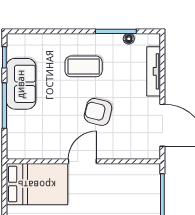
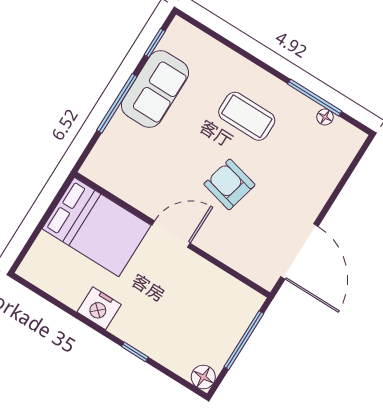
tv unit: (154, 71) -> (331, 177), removed

